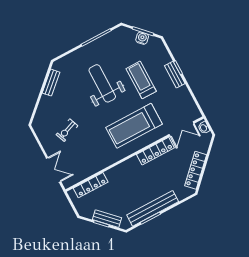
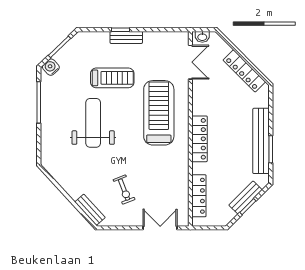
water cooler: (142, 38) -> (51, 67), moved
treadmill: (141, 80) -> (112, 78), turned 180
bench: (51, 83) -> (90, 210), moved
weight bench: (102, 83) -> (93, 123), turned 90
treadmill: (134, 126) -> (159, 113), turned 180
locker: (155, 151) -> (199, 139), moved

